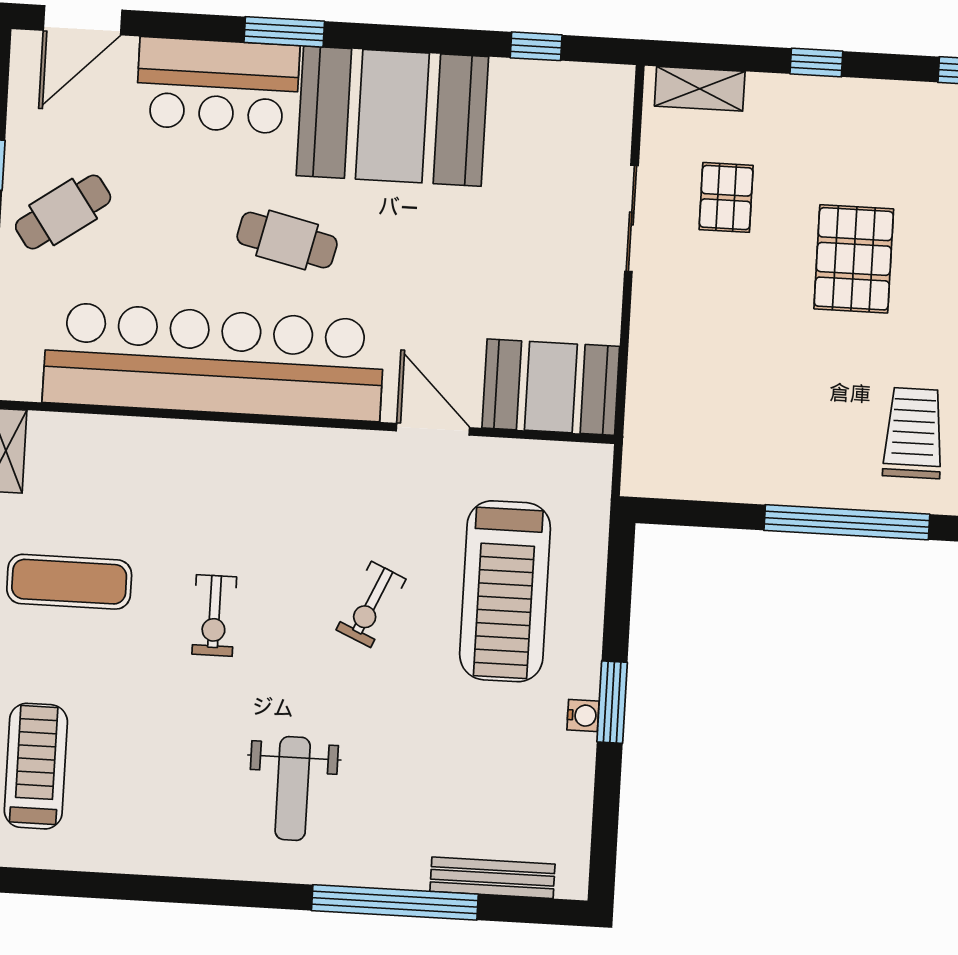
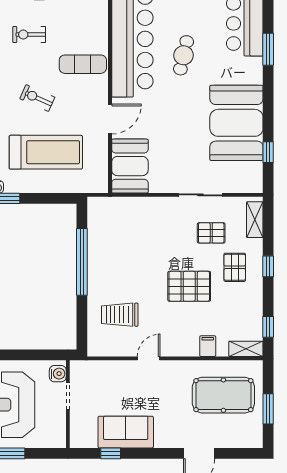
booth: (392, 116) -> (236, 123), moved
pallet: (814, 145) -> (235, 267), added
trolley: (913, 433) -> (120, 315), turned 180
exercise mat: (295, 488) -> (83, 64), added
window: (847, 522) -> (82, 262), moved
treadmill: (505, 591) -> (46, 152), turned 180

